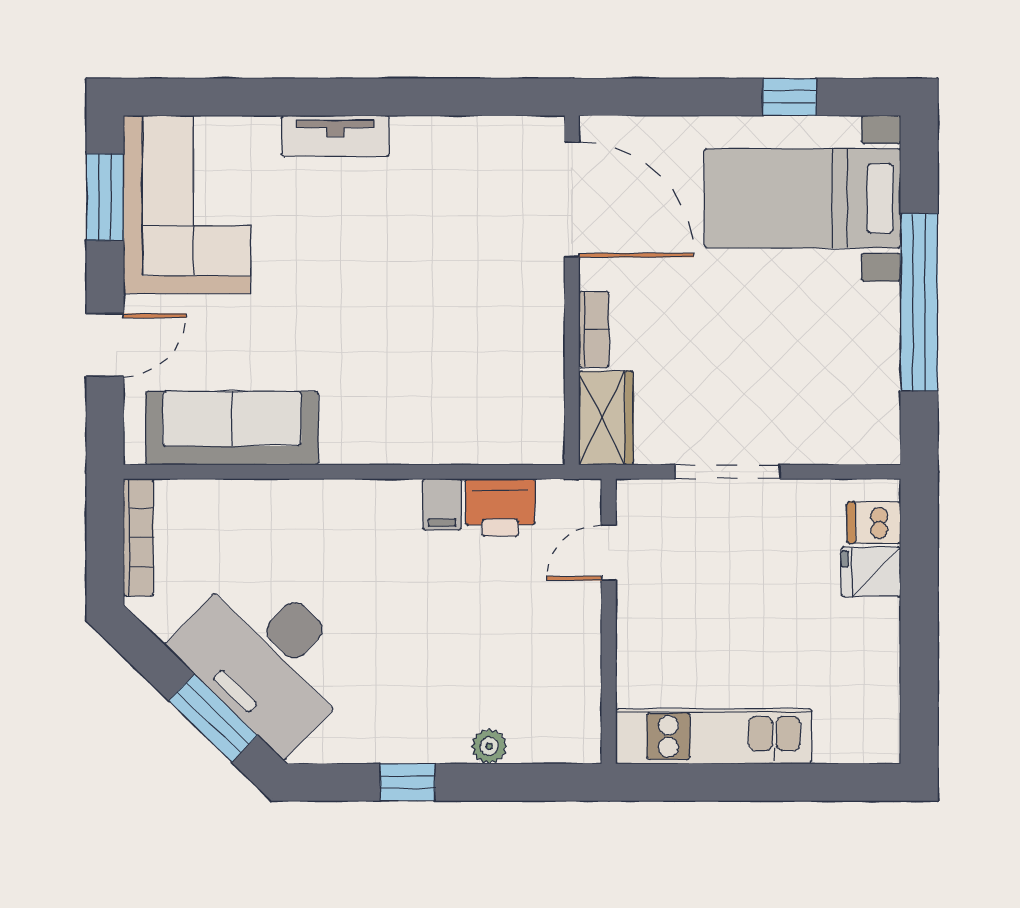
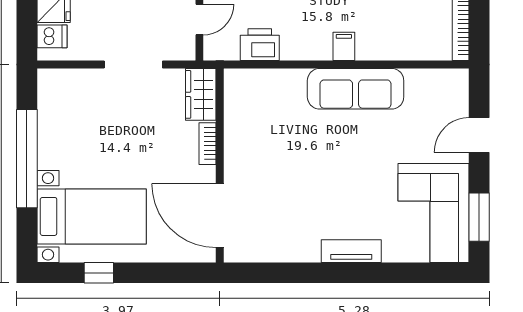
sofa: (232, 428) -> (356, 89), moved
filing cabinet: (442, 504) -> (344, 46), moved

